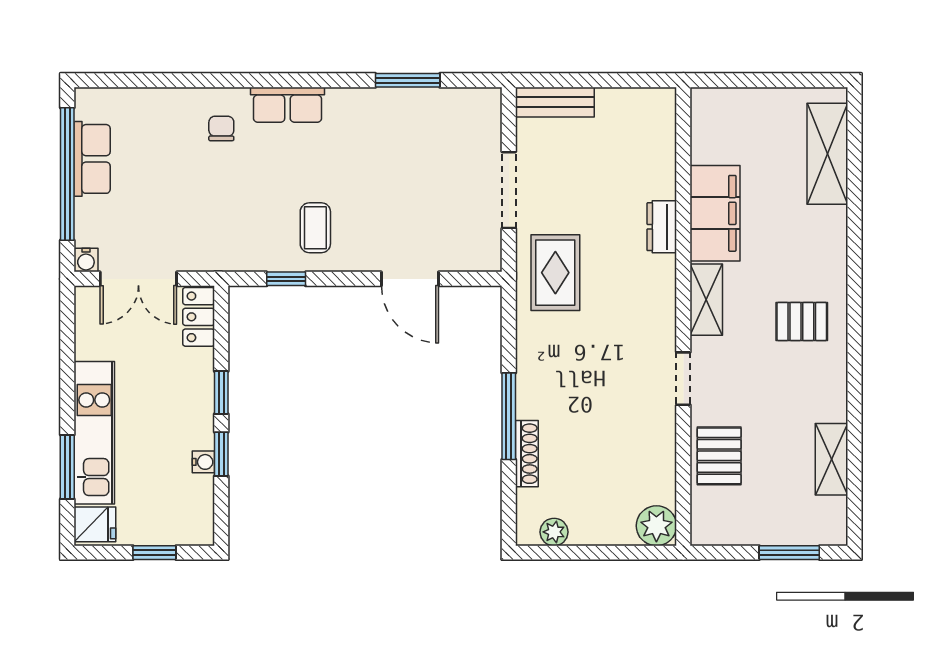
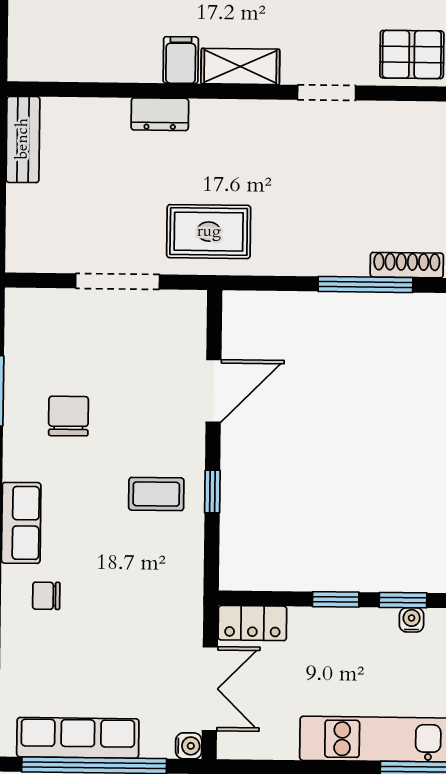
bench: (555, 102) -> (23, 139), moved
chair: (385, 147) -> (68, 416), added
row of seats: (92, 159) -> (78, 738), width x1.48
filing cabinet: (715, 213) -> (181, 60), width x0.33, depth x0.86
window: (286, 279) -> (212, 492), moved

